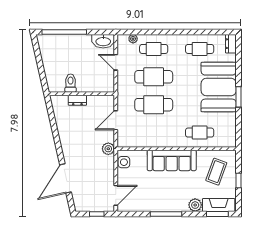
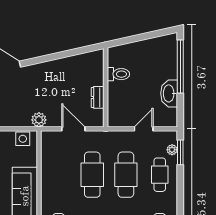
window: (135, 32) -> (180, 152), added
washbasin: (103, 41) -> (169, 93), moved
dresser: (77, 100) -> (98, 97), moved

